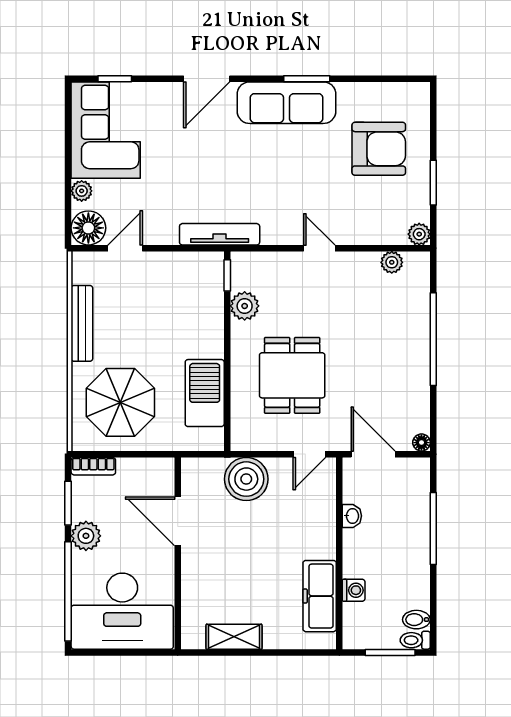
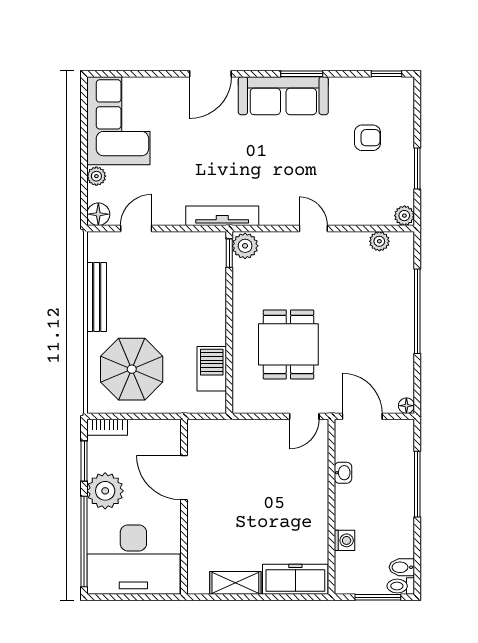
window: (115, 79) -> (386, 74), moved
armchair: (379, 149) -> (367, 138), width x0.53, depth x0.53
floor lamp: (88, 228) -> (98, 214), width x0.73, depth x0.73
plant: (245, 306) -> (245, 246), moved
barbecue: (205, 393) -> (212, 369), width x0.73, depth x0.83
boiler: (246, 479) -> (247, 439), removed
plant: (86, 536) -> (105, 491), width x1.36, depth x1.36
freezer: (320, 596) -> (295, 579), moved, turned 90

